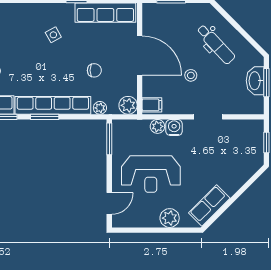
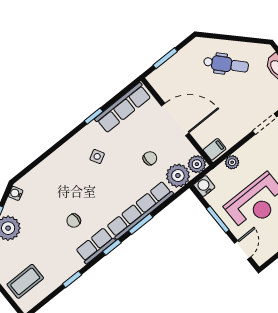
stool: (191, 75) -> (226, 103), removed
plant: (100, 108) -> (178, 176), width x1.87, depth x1.87
water cooler: (174, 128) -> (204, 186), moved
window: (109, 139) -> (218, 219), moved

